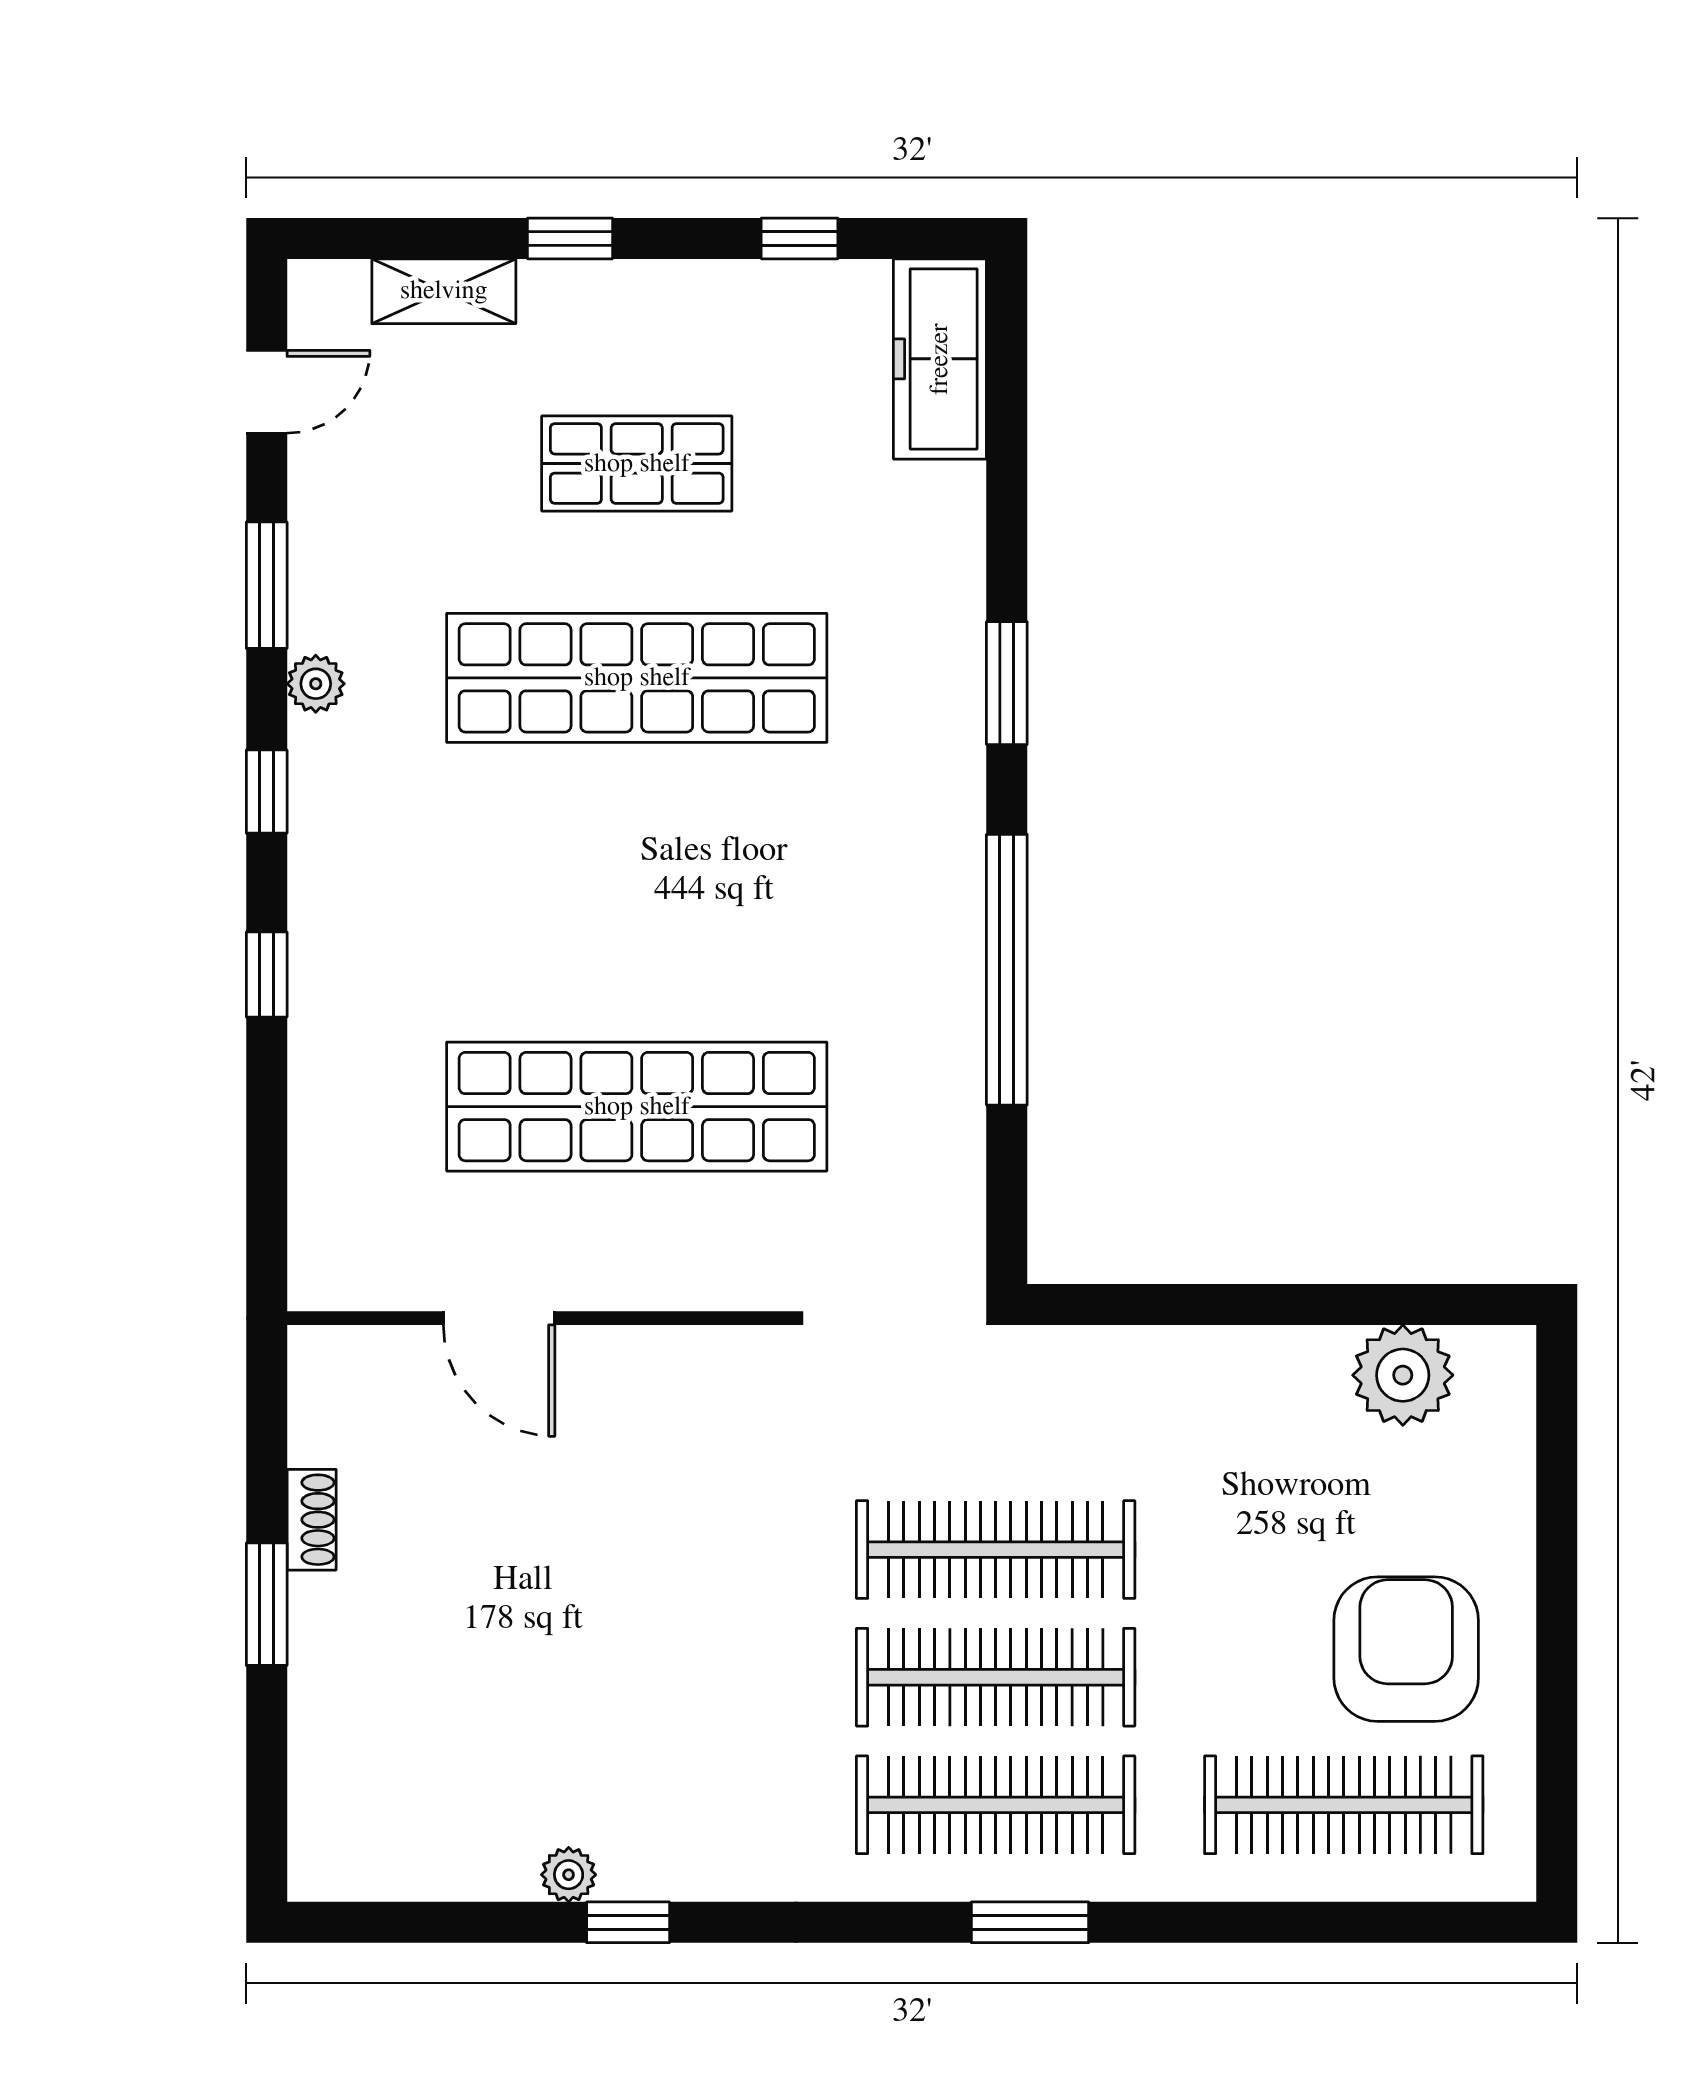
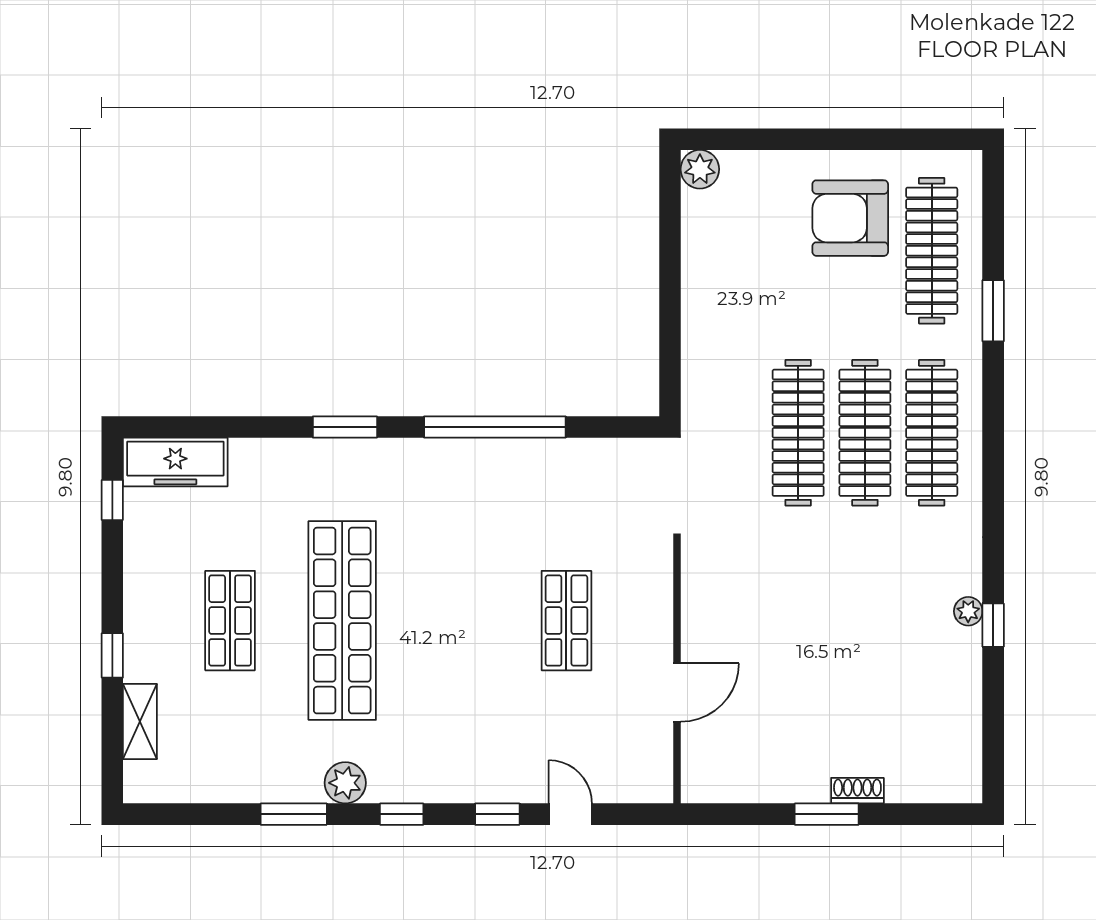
window: (800, 238) -> (112, 500), moved
door: (267, 392) -> (570, 814), moved
plant: (316, 684) -> (345, 783), width x1.38, depth x1.38
shop shelf: (637, 1107) -> (566, 621), width x0.50, depth x0.74
plant: (1403, 1375) -> (700, 169), moved, width x0.73, depth x0.73
shoe rack: (312, 1520) -> (857, 791), moved
plant: (569, 1875) -> (968, 611), moved
window: (1030, 1922) -> (993, 311), moved

